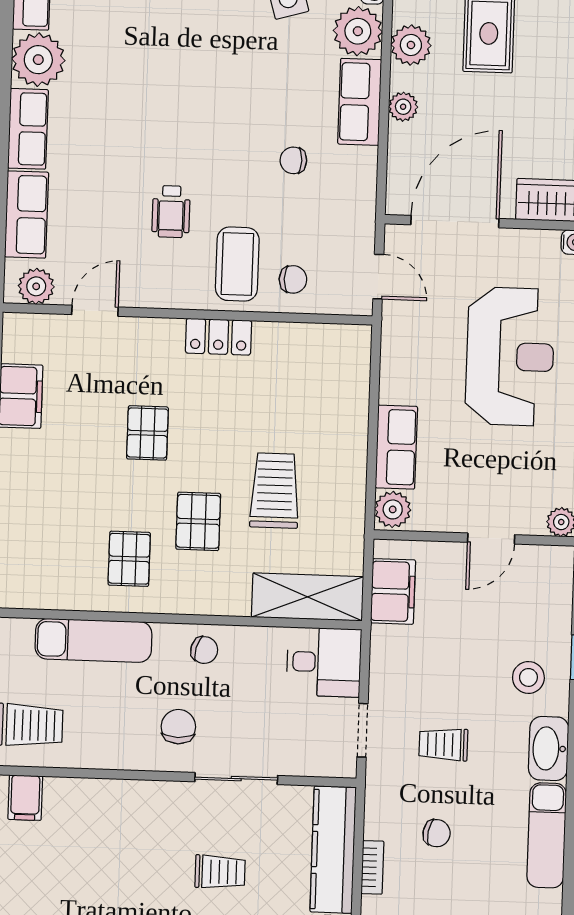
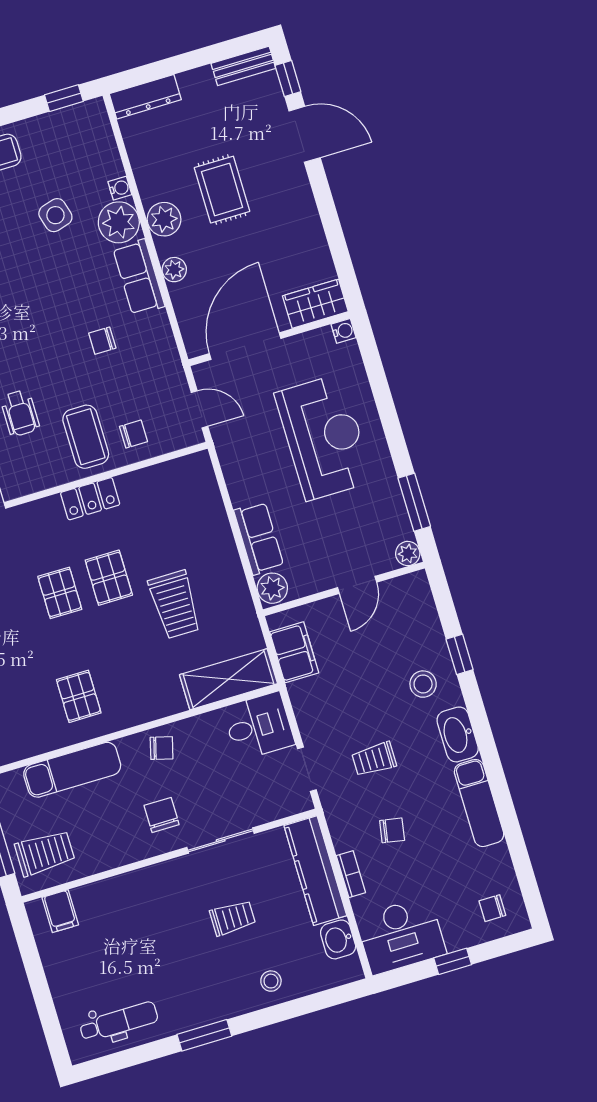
trolley: (275, 491) -> (175, 604), turned 180
pallet: (198, 521) -> (109, 578), moved

